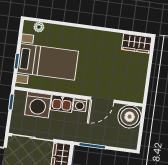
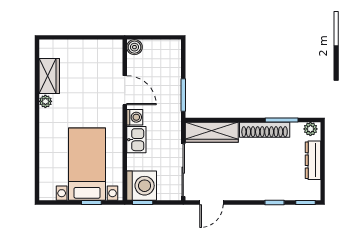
plant: (39, 27) -> (45, 101), moved
wardrobe: (137, 43) -> (49, 76), moved
washing machine: (38, 105) -> (142, 186), moved
boiler: (130, 117) -> (134, 47), width x0.54, depth x0.54

